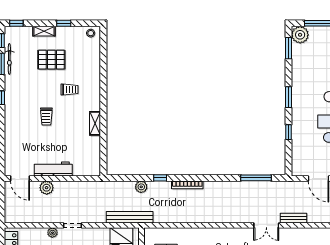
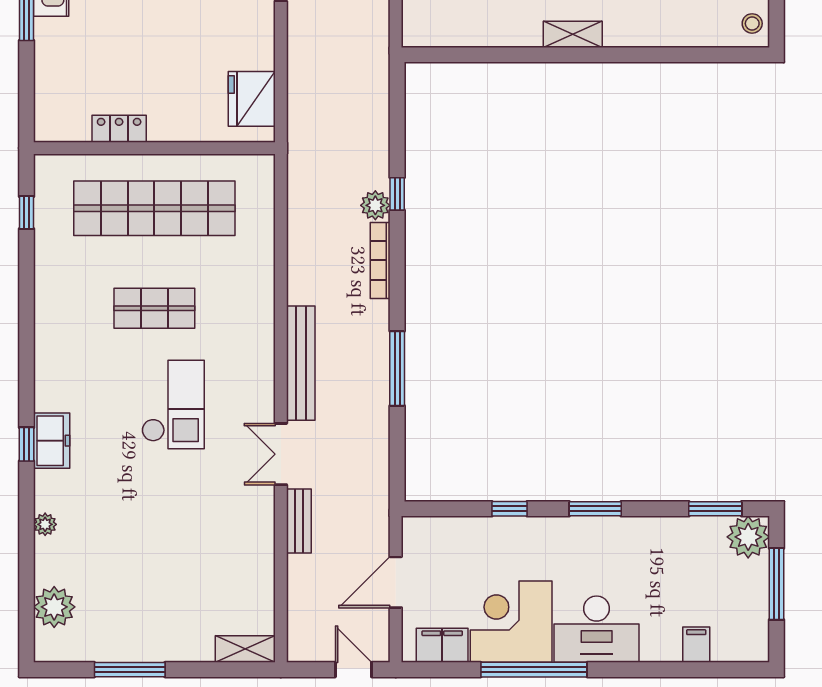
shelving: (95, 123) -> (573, 34), moved
window: (256, 178) -> (397, 368), moved
plant: (141, 187) -> (375, 205), moved
bench: (130, 217) -> (301, 363), moved

